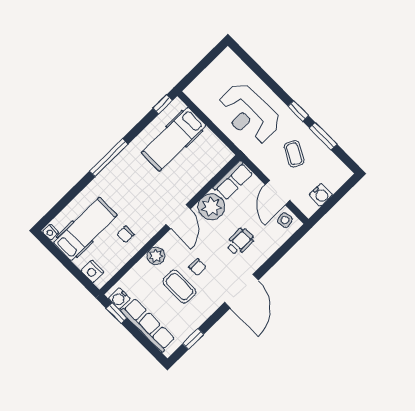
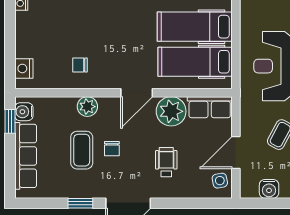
hospital bed: (85, 229) -> (195, 62), moved, turned 180
wheelchair: (240, 242) -> (166, 162), turned -90
window: (193, 339) -> (80, 203), moved

